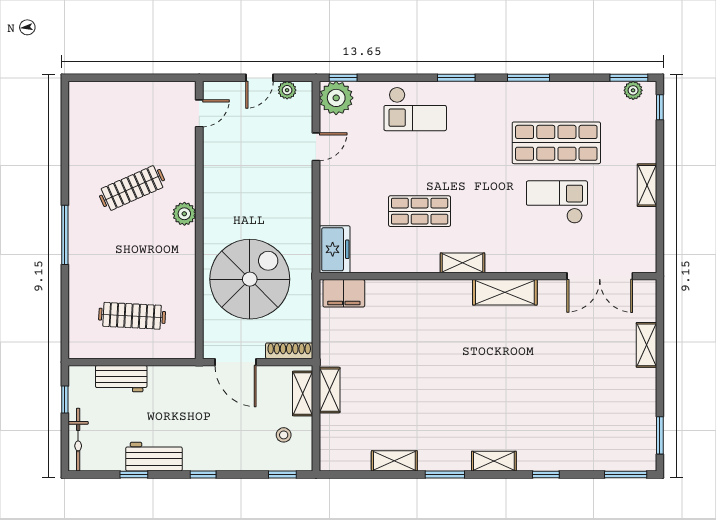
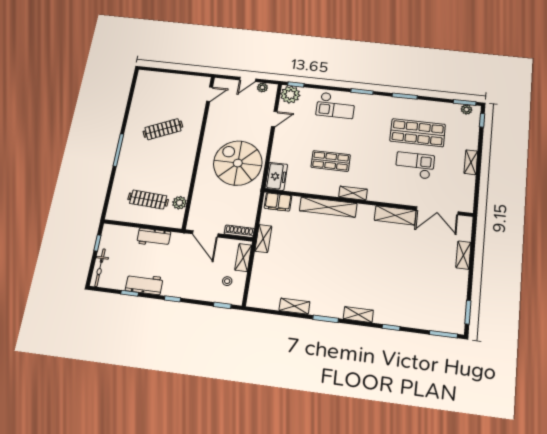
plant: (184, 214) -> (179, 203), moved
spiral stairs: (250, 279) -> (238, 163), moved, turned -90
shelving: (426, 292) -> (328, 207), added
shelving: (505, 292) -> (395, 215), moved
workbench: (121, 379) -> (154, 237), moved
shelving: (330, 390) -> (263, 239), moved

